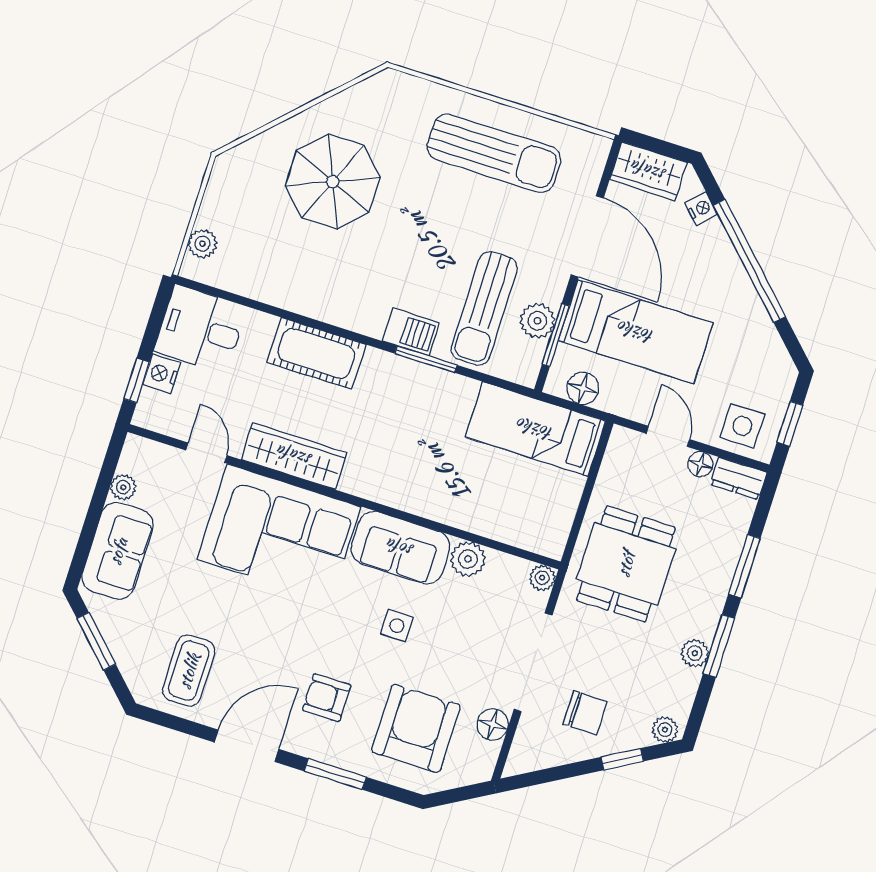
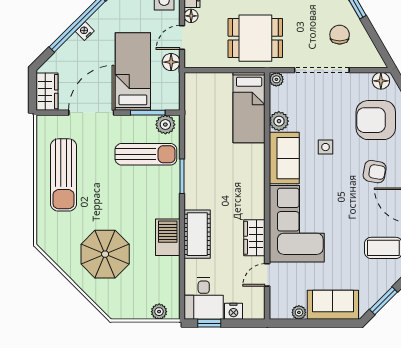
sun lounger: (494, 153) -> (63, 175), turned 180
nightstand: (701, 209) -> (85, 31), moved
plant: (537, 321) -> (165, 125), moved
barbecue: (411, 332) -> (168, 237), moved, width x1.38, depth x1.27
window: (137, 380) -> (209, 323), moved
floor lamp: (583, 388) -> (171, 62), moved
bed: (535, 429) -> (249, 108), moved
wardrobe: (294, 456) -> (254, 238), width x0.67
armchair: (327, 698) -> (375, 172), turned -80
floor lamp: (493, 724) -> (381, 81), moved

